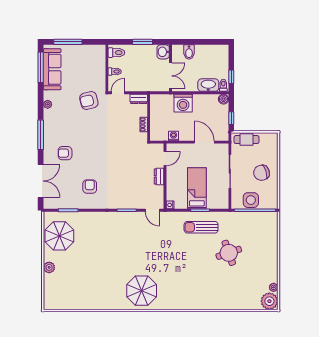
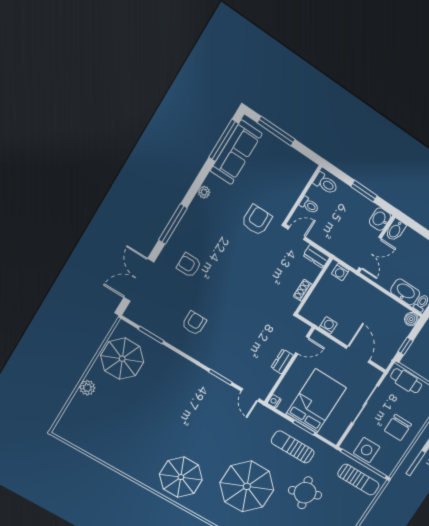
bidet: (189, 52) -> (395, 230), moved
armchair: (89, 101) -> (257, 220), turned 104
washing machine: (183, 103) -> (340, 272), moved, width x0.53, depth x0.53
chair: (262, 173) -> (398, 427), turned -73
double door: (41, 181) -> (139, 280), swing flipped
bed: (197, 188) -> (316, 401), width x1.50
sun lounger: (258, 223) -> (358, 480), added
parasol: (188, 271) -> (247, 486), added

